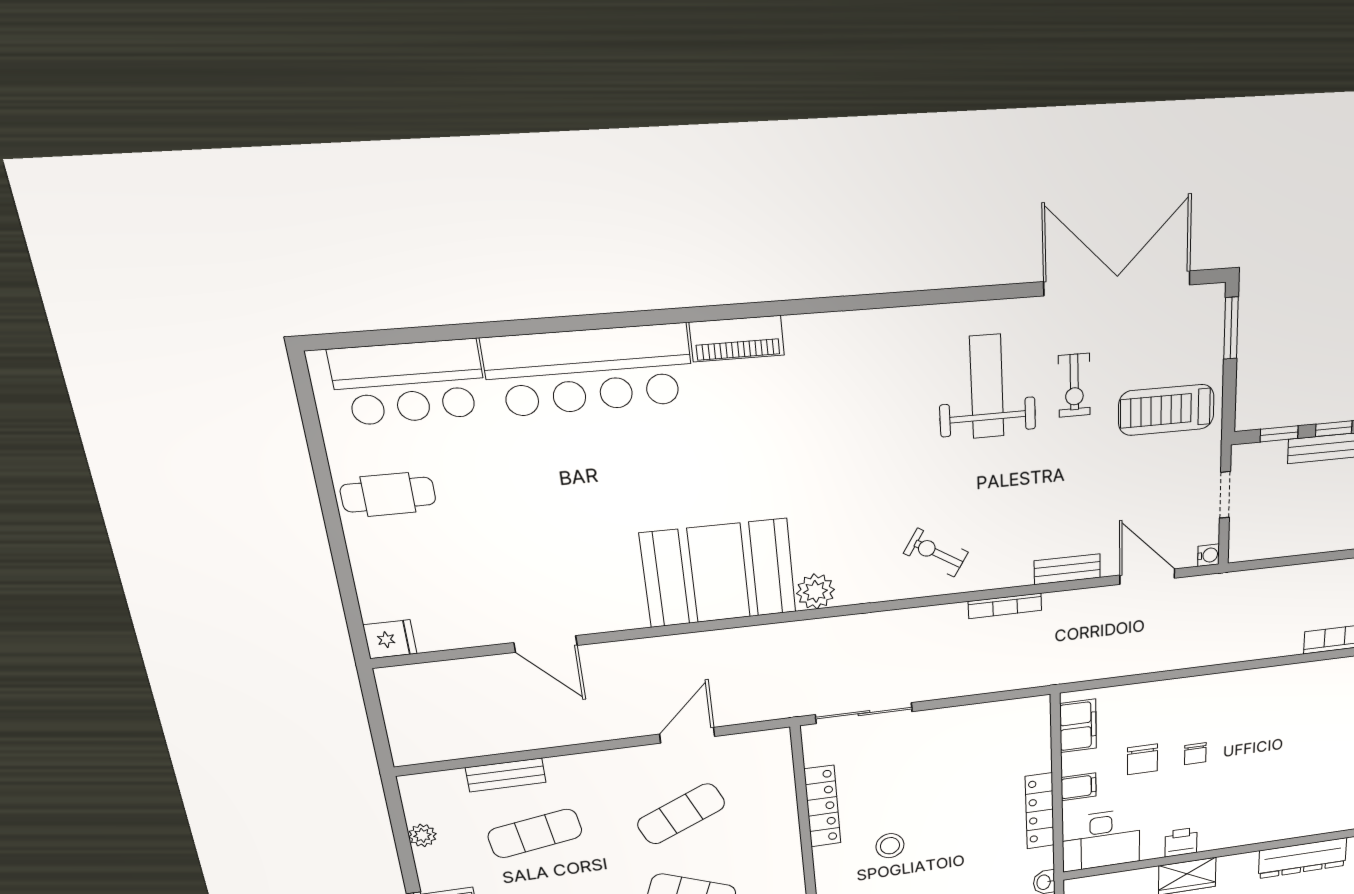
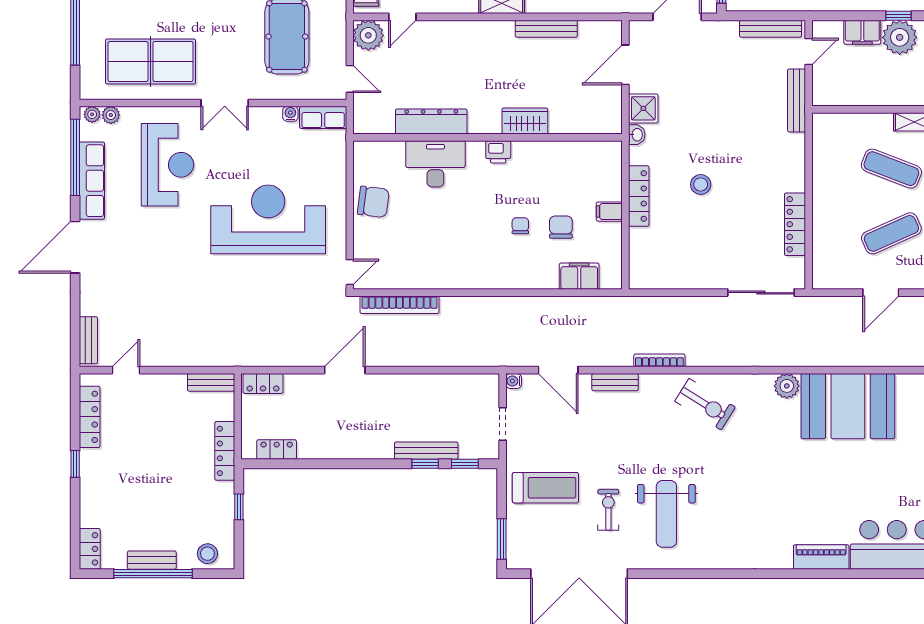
exercise bike: (936, 553) -> (705, 404), width x1.38, depth x1.39
filing cabinet: (1078, 726) -> (579, 276), moved, turned 90
desk: (1101, 840) -> (435, 164), moved
printer: (1181, 842) -> (498, 152), moved
stool: (890, 846) -> (701, 184), moved

